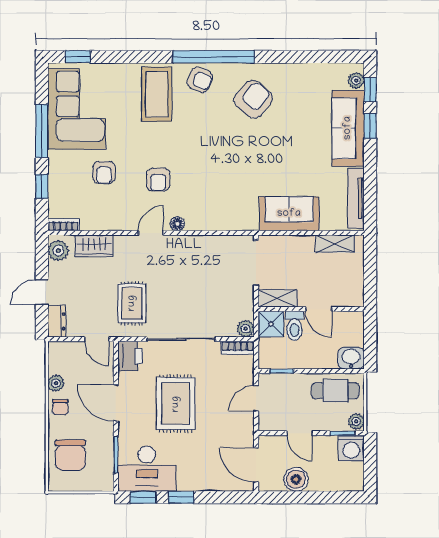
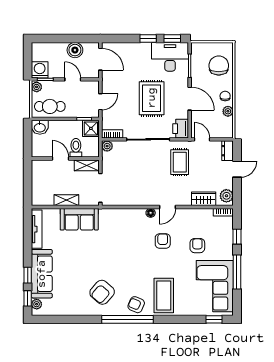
shelving: (335, 244) -> (66, 200), moved
shower: (271, 324) -> (91, 128), moved

